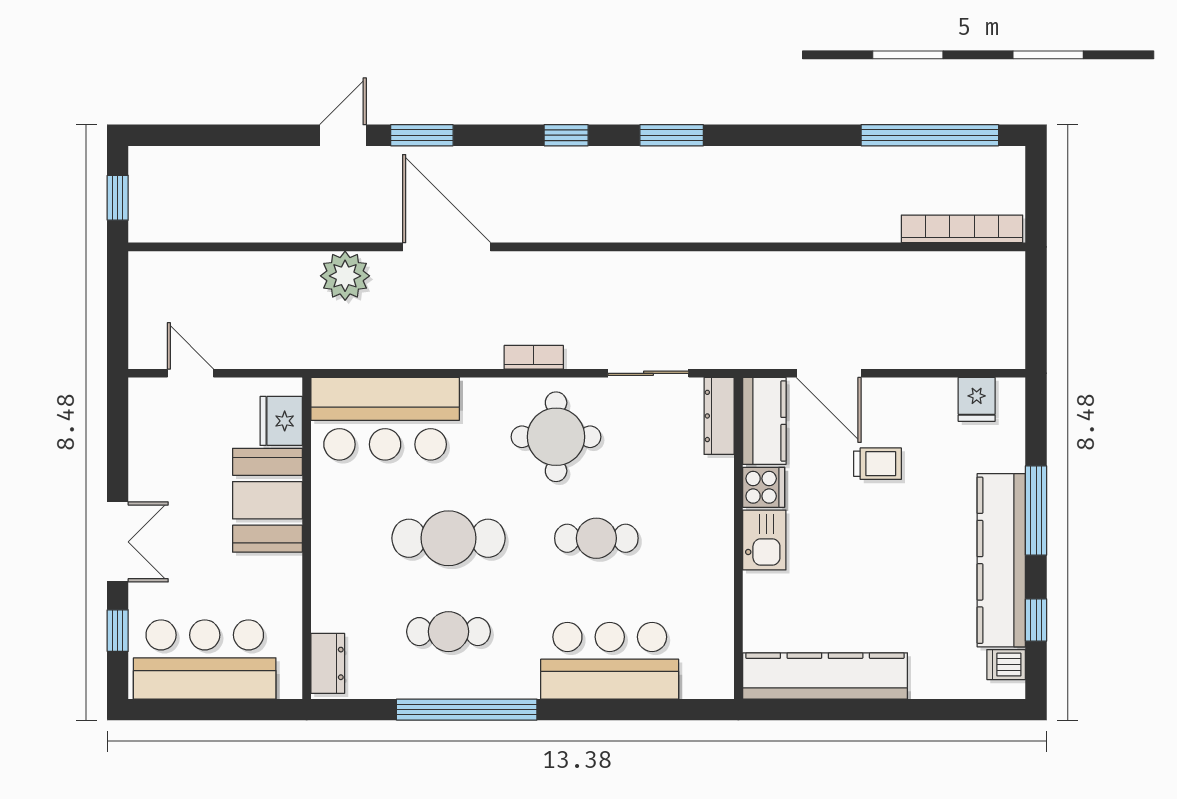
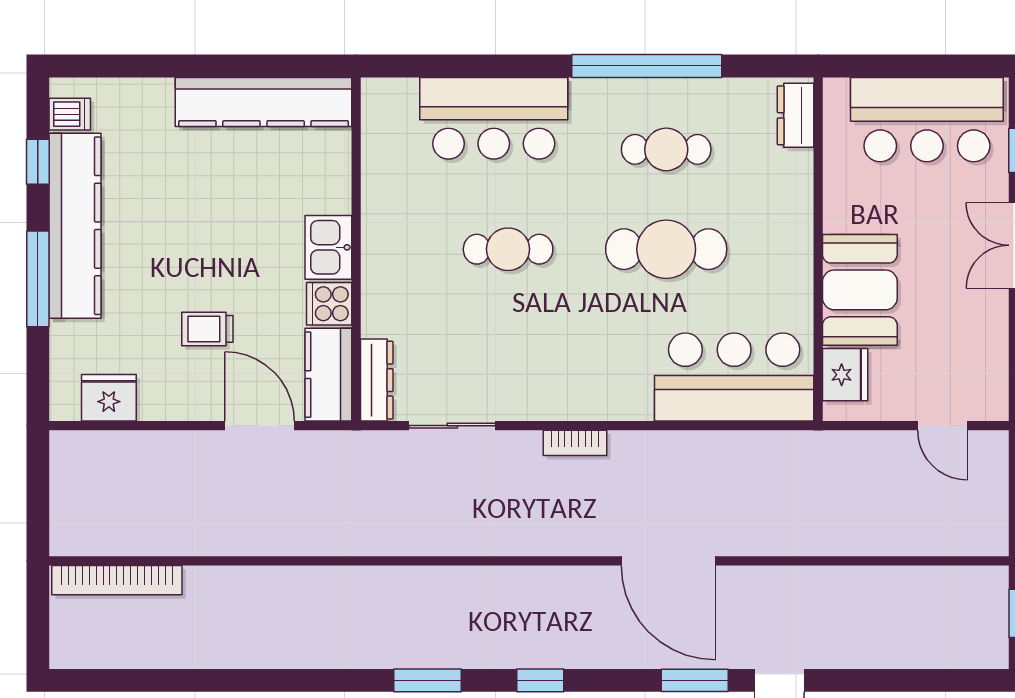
window: (930, 135) -> (151, 680), removed
plant: (345, 276) -> (777, 530), removed
fridge: (977, 399) -> (109, 398), width x1.38
round table: (556, 437) -> (551, 358), removed

